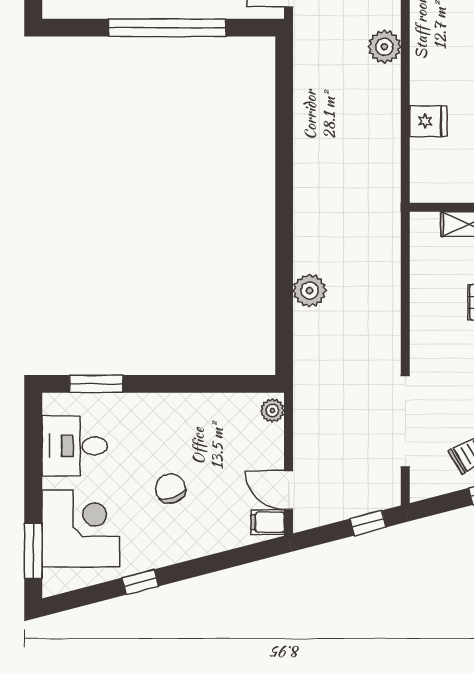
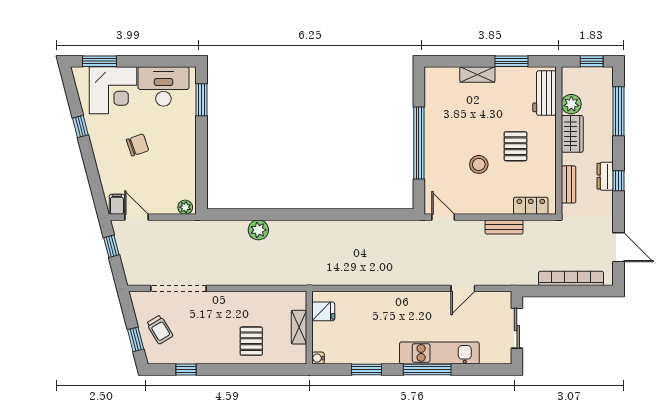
plant: (384, 47) -> (407, 276), removed
fridge: (428, 121) -> (323, 311), moved, turned -90
desk: (75, 446) -> (163, 86), width x1.37
door: (289, 490) -> (136, 217), hinge flipped
window: (368, 523) -> (111, 246), moved

